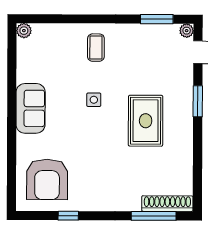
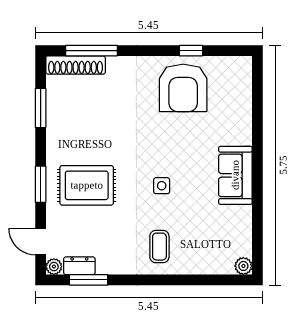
dresser: (165, 31) -> (79, 266), added
rug: (146, 121) -> (87, 185), moved, turned 90
window: (197, 167) -> (41, 108), added
armchair: (47, 179) -> (183, 88), moved, turned 180

